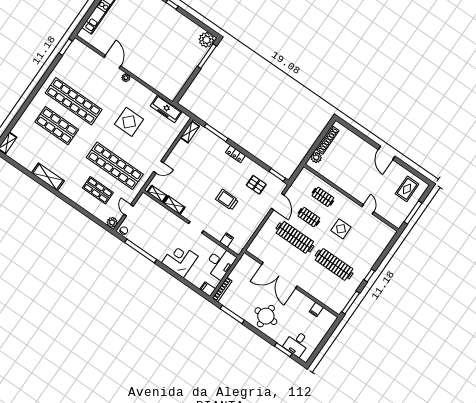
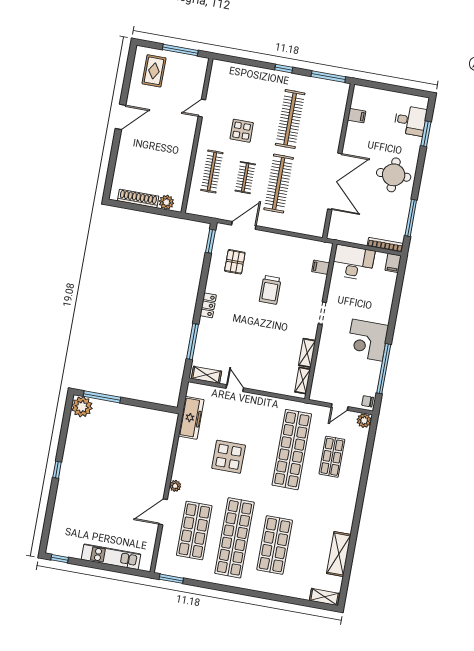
shop shelf: (91, 77) -> (194, 531), added
door: (158, 167) -> (235, 388), moved
shelving: (48, 177) -> (339, 554), moved
rug: (407, 189) -> (154, 71), turned 90
clothes rail: (323, 197) -> (212, 172), width x1.36
corner desk: (180, 260) -> (367, 340), moved

